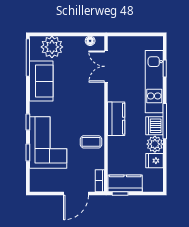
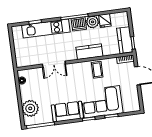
double door: (106, 66) -> (54, 64), moved
sofa: (41, 81) -> (67, 112), moved
kitchen counter: (116, 119) -> (89, 52), moved

